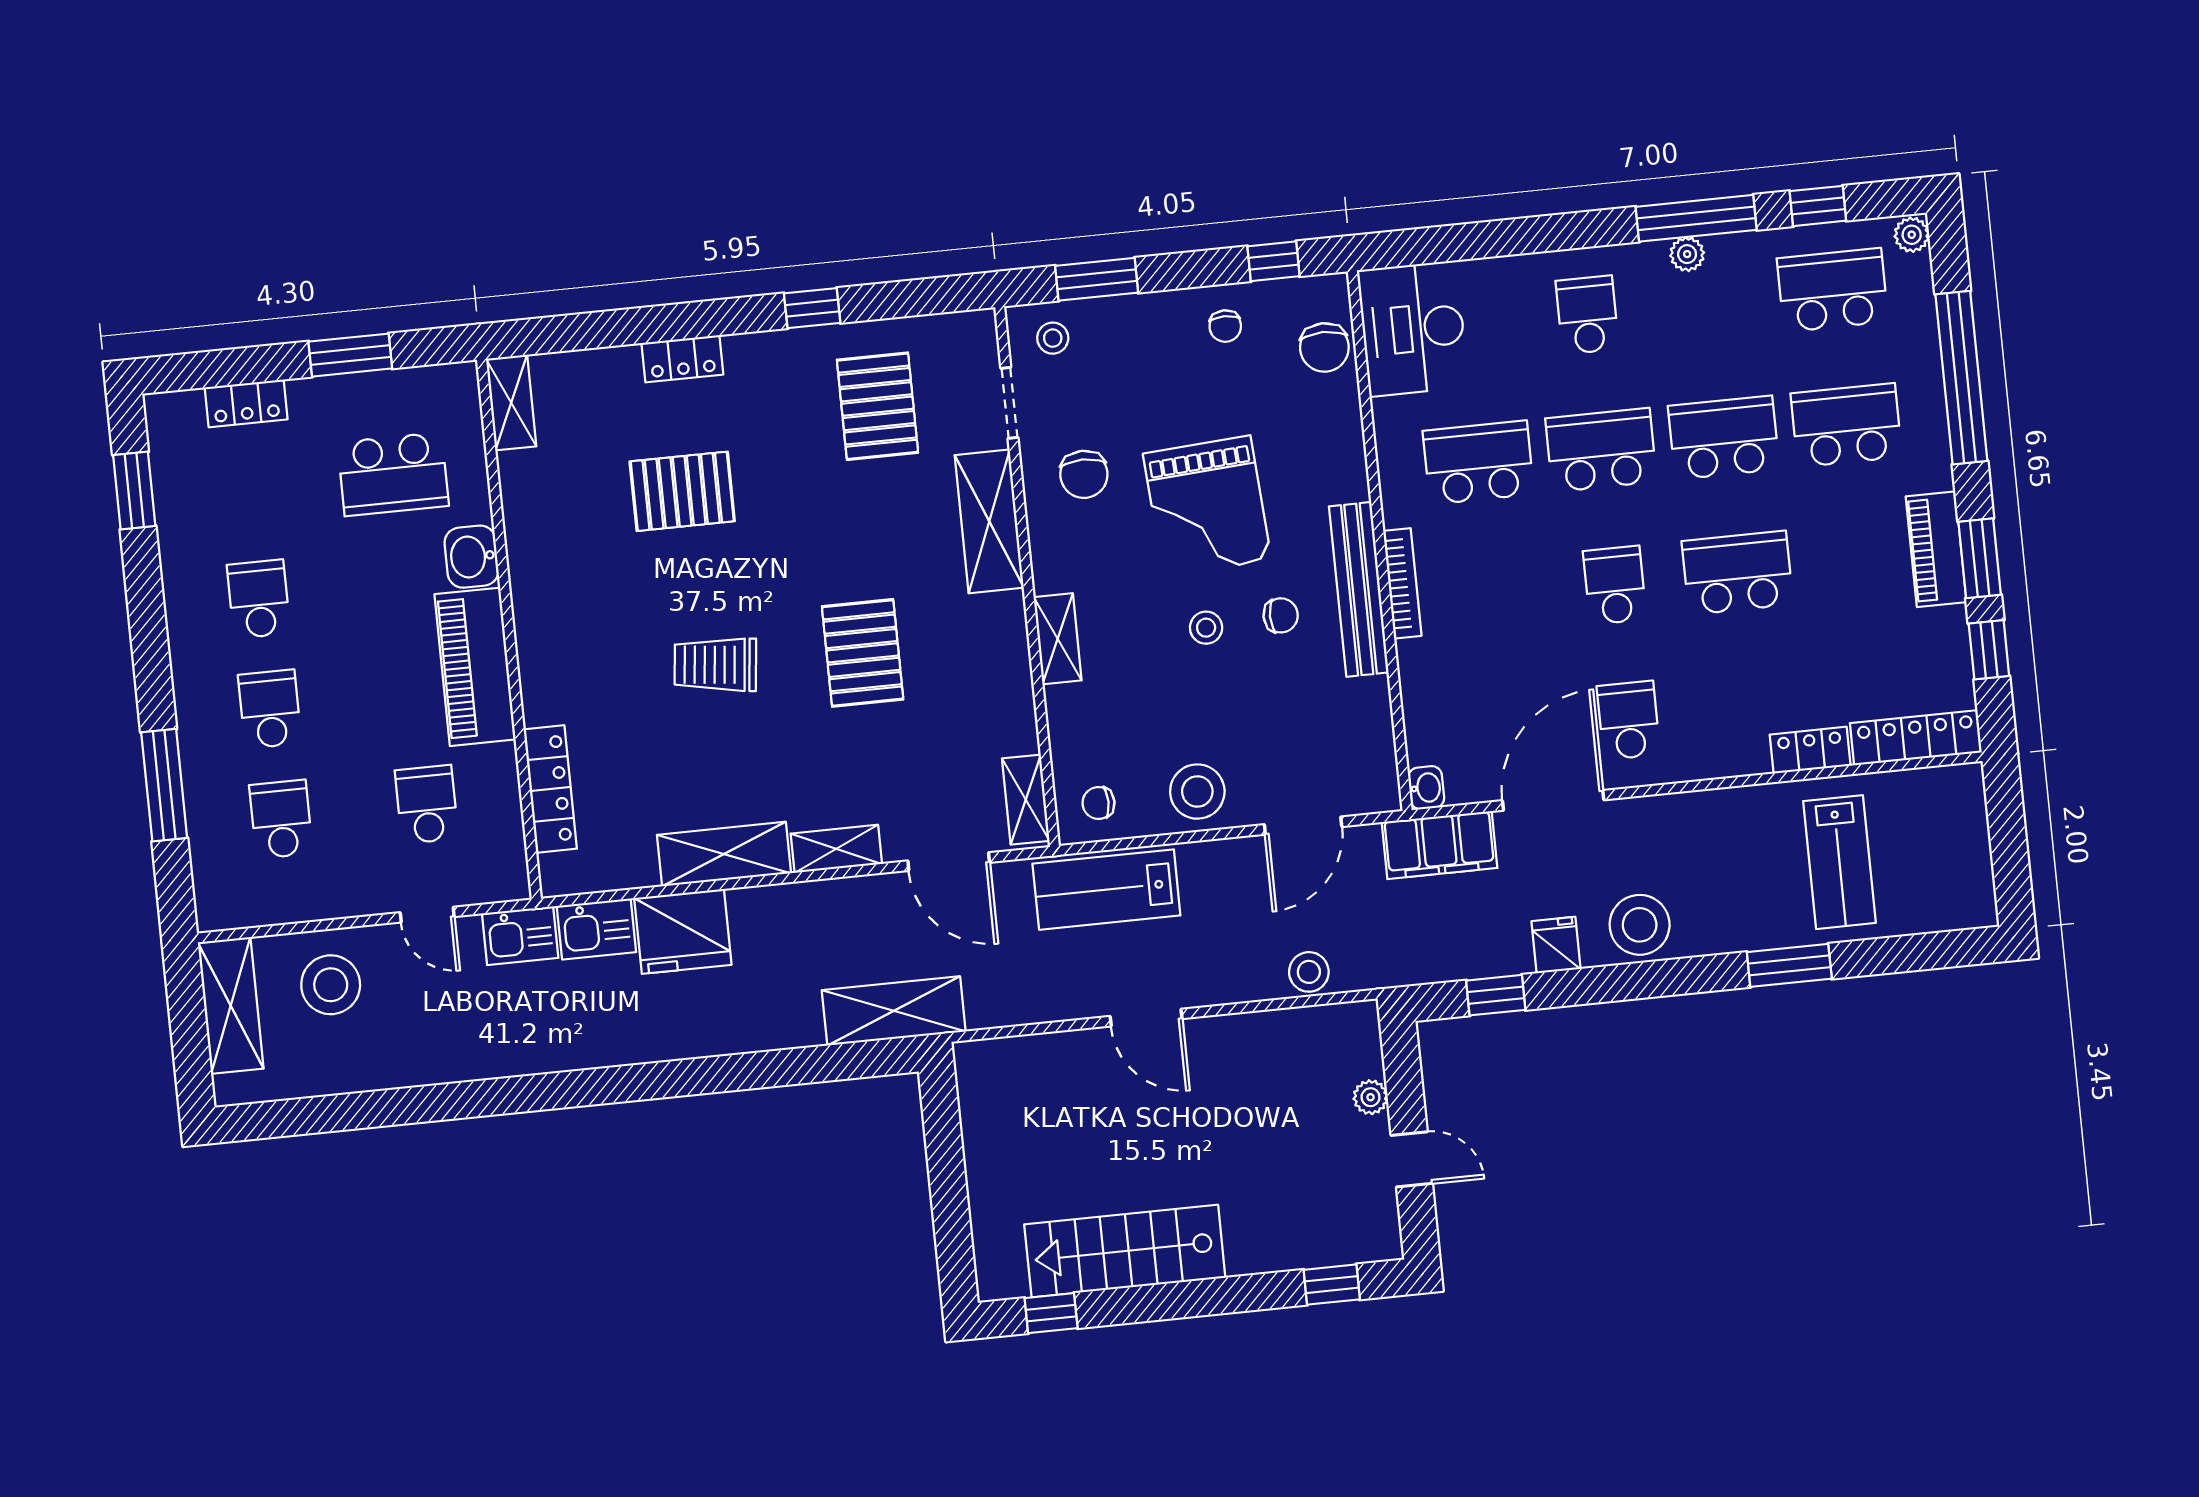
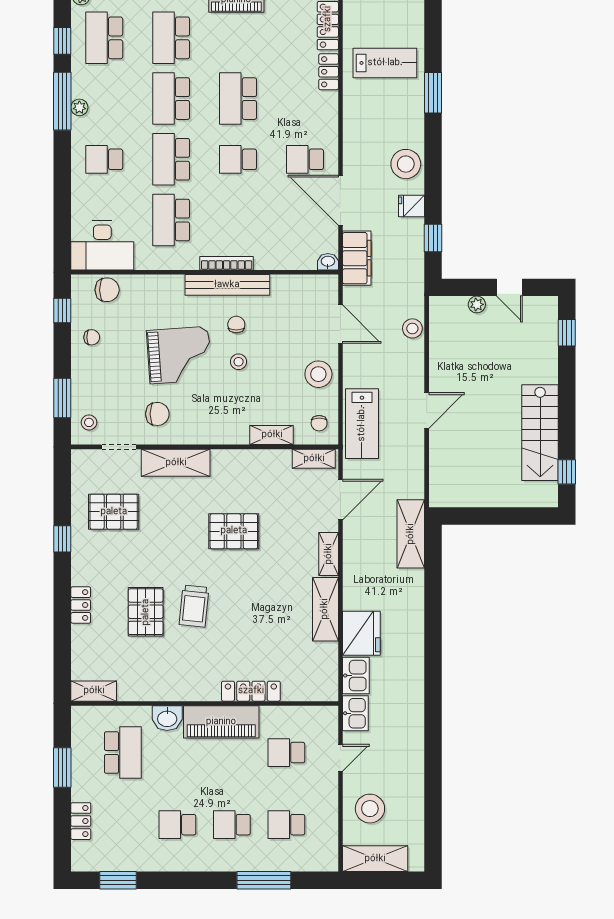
shelving: (1058, 639) -> (272, 435), moved
trolley: (715, 665) -> (194, 606), moved
locker: (550, 789) -> (251, 691), moved
door: (1412, 1159) -> (509, 287), swing flipped

